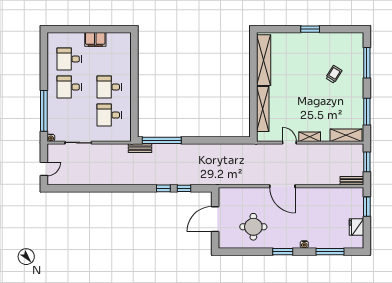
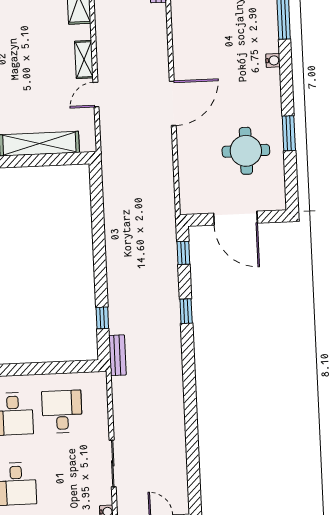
desk: (109, 115) -> (62, 412), turned 180
window: (162, 140) -> (102, 318), width x0.32
window: (184, 188) -> (183, 253), moved
window: (283, 252) -> (289, 133), moved

